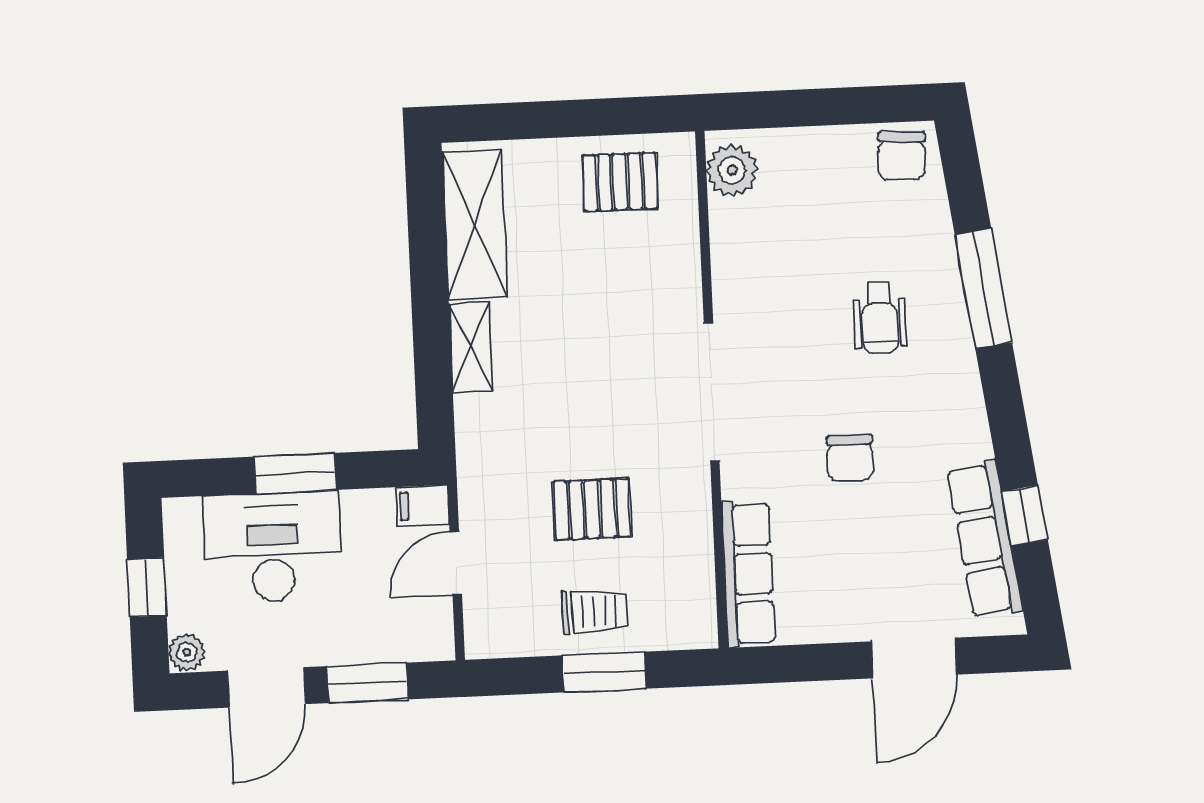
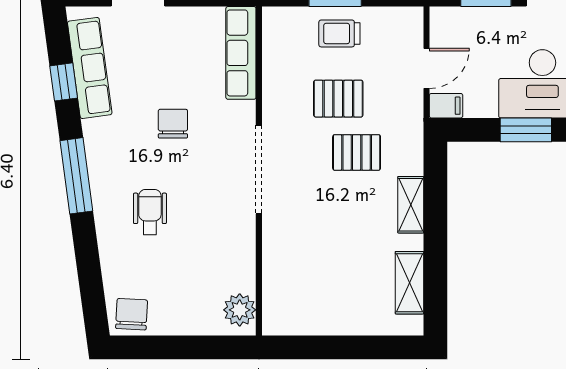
pallet: (620, 182) -> (357, 152), moved
shelving: (475, 225) -> (409, 283), width x0.67, depth x0.75
window: (983, 288) -> (76, 176), moved

